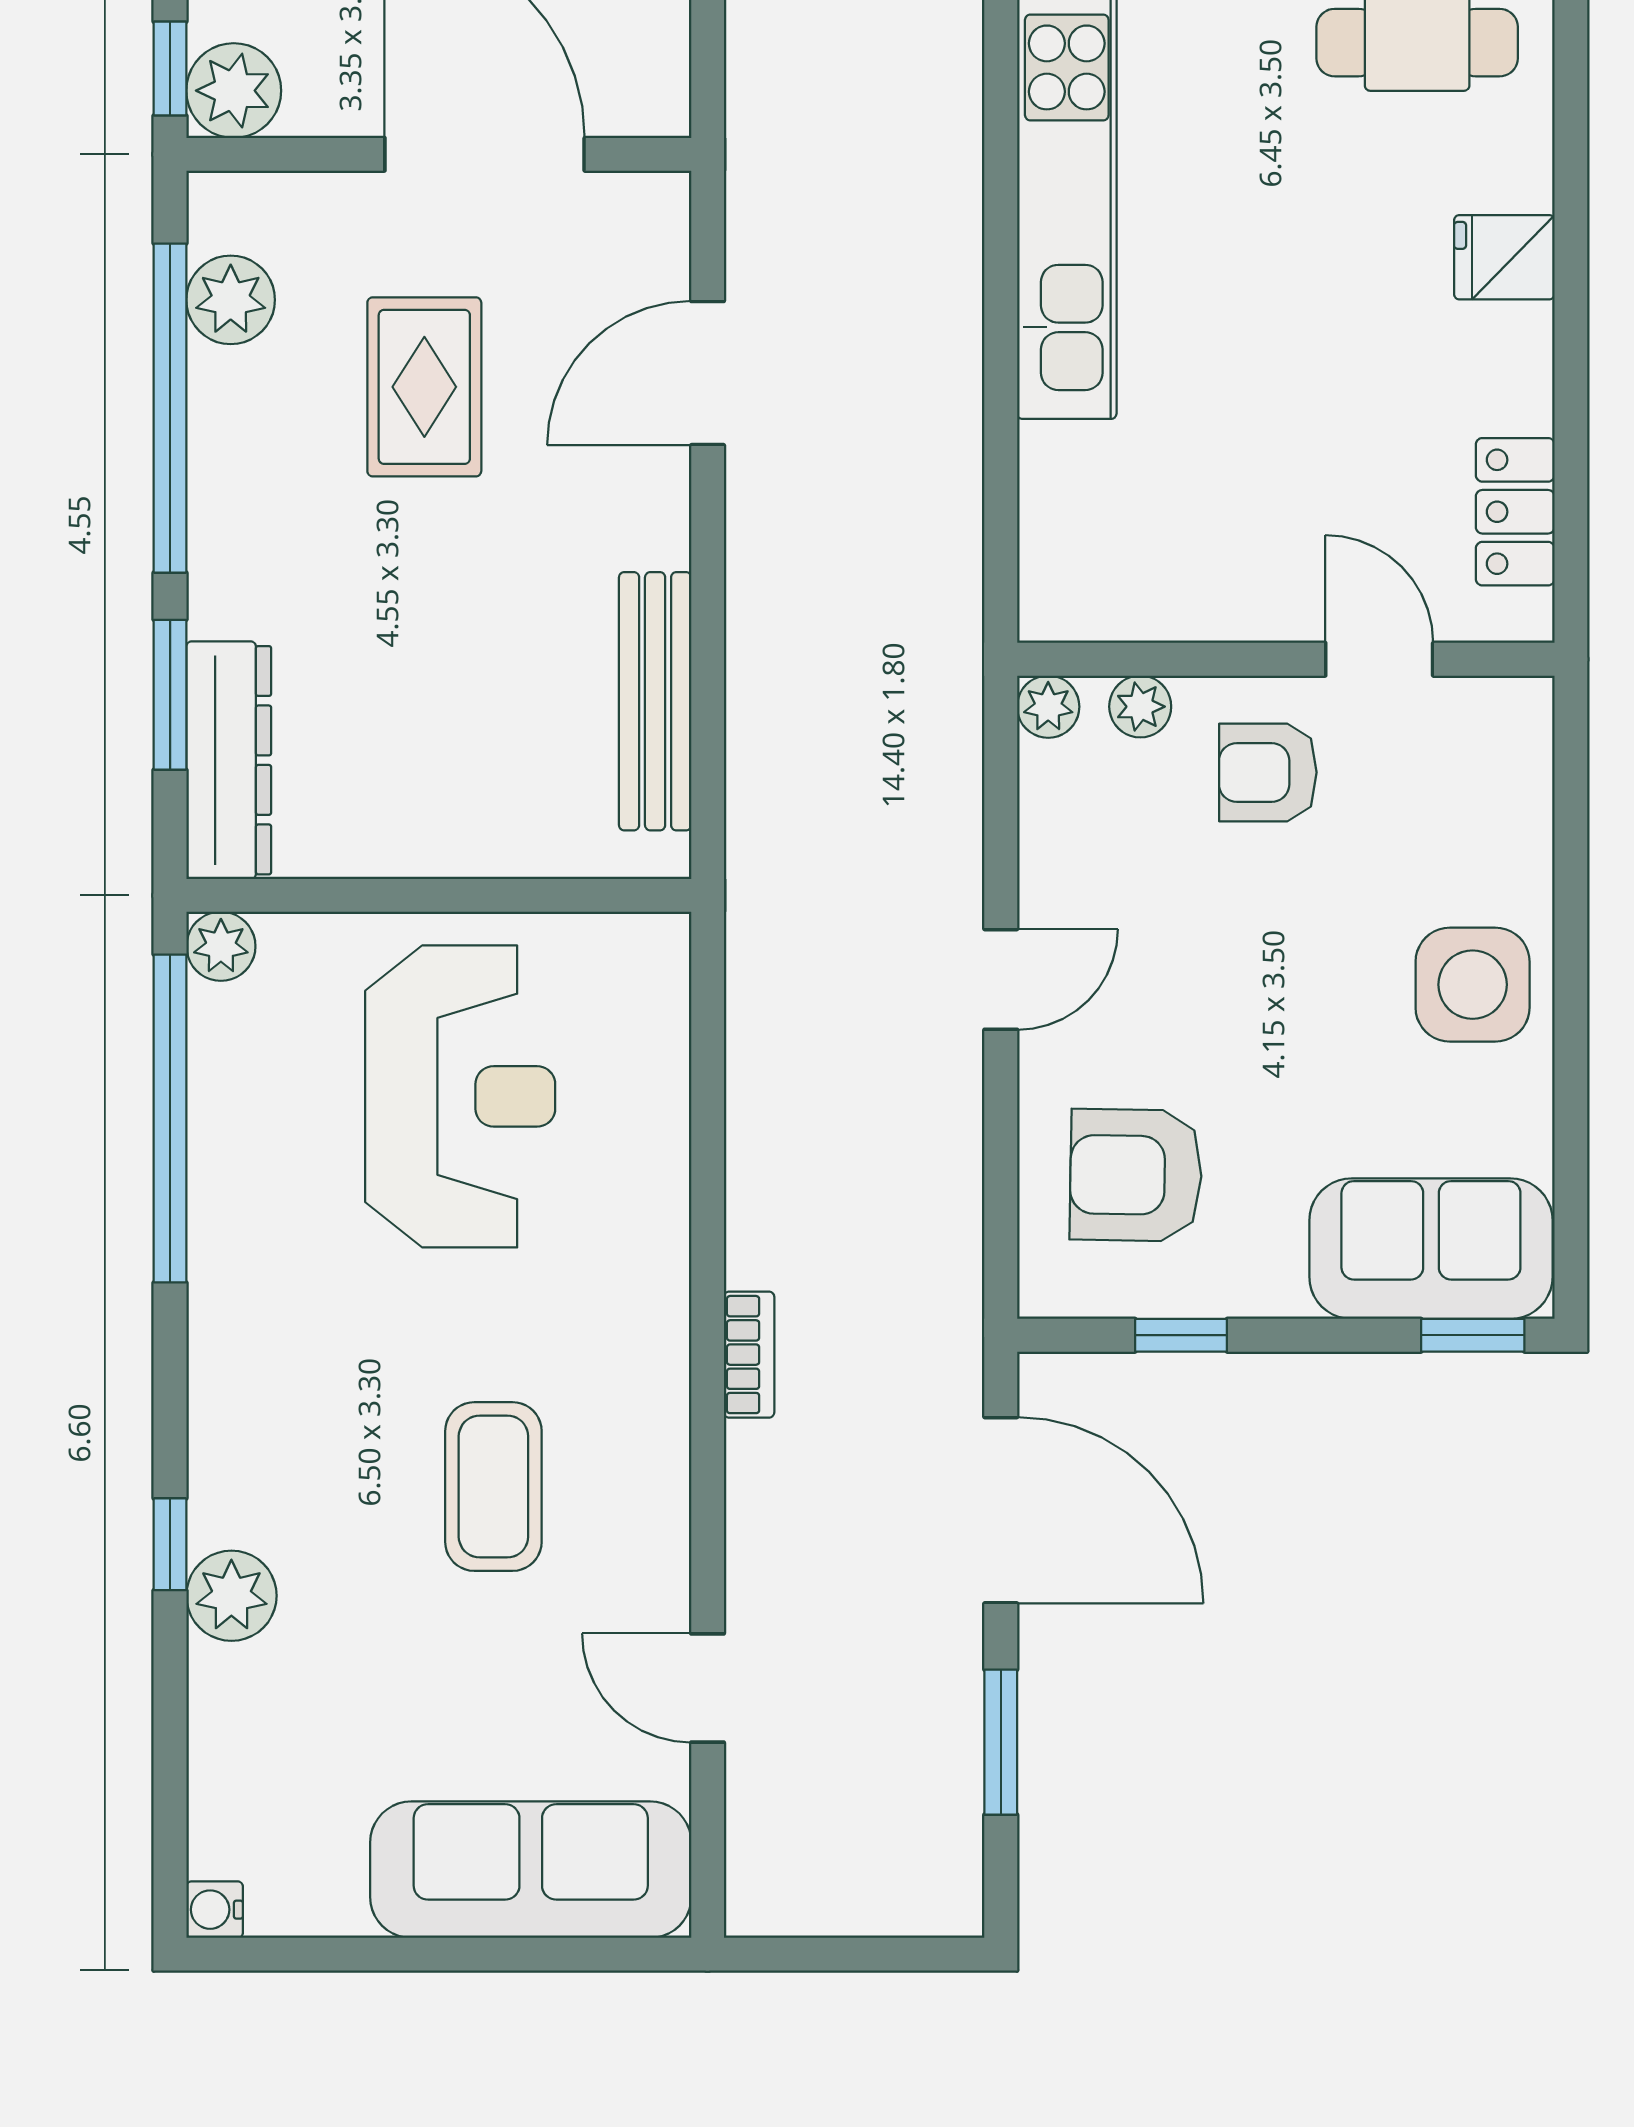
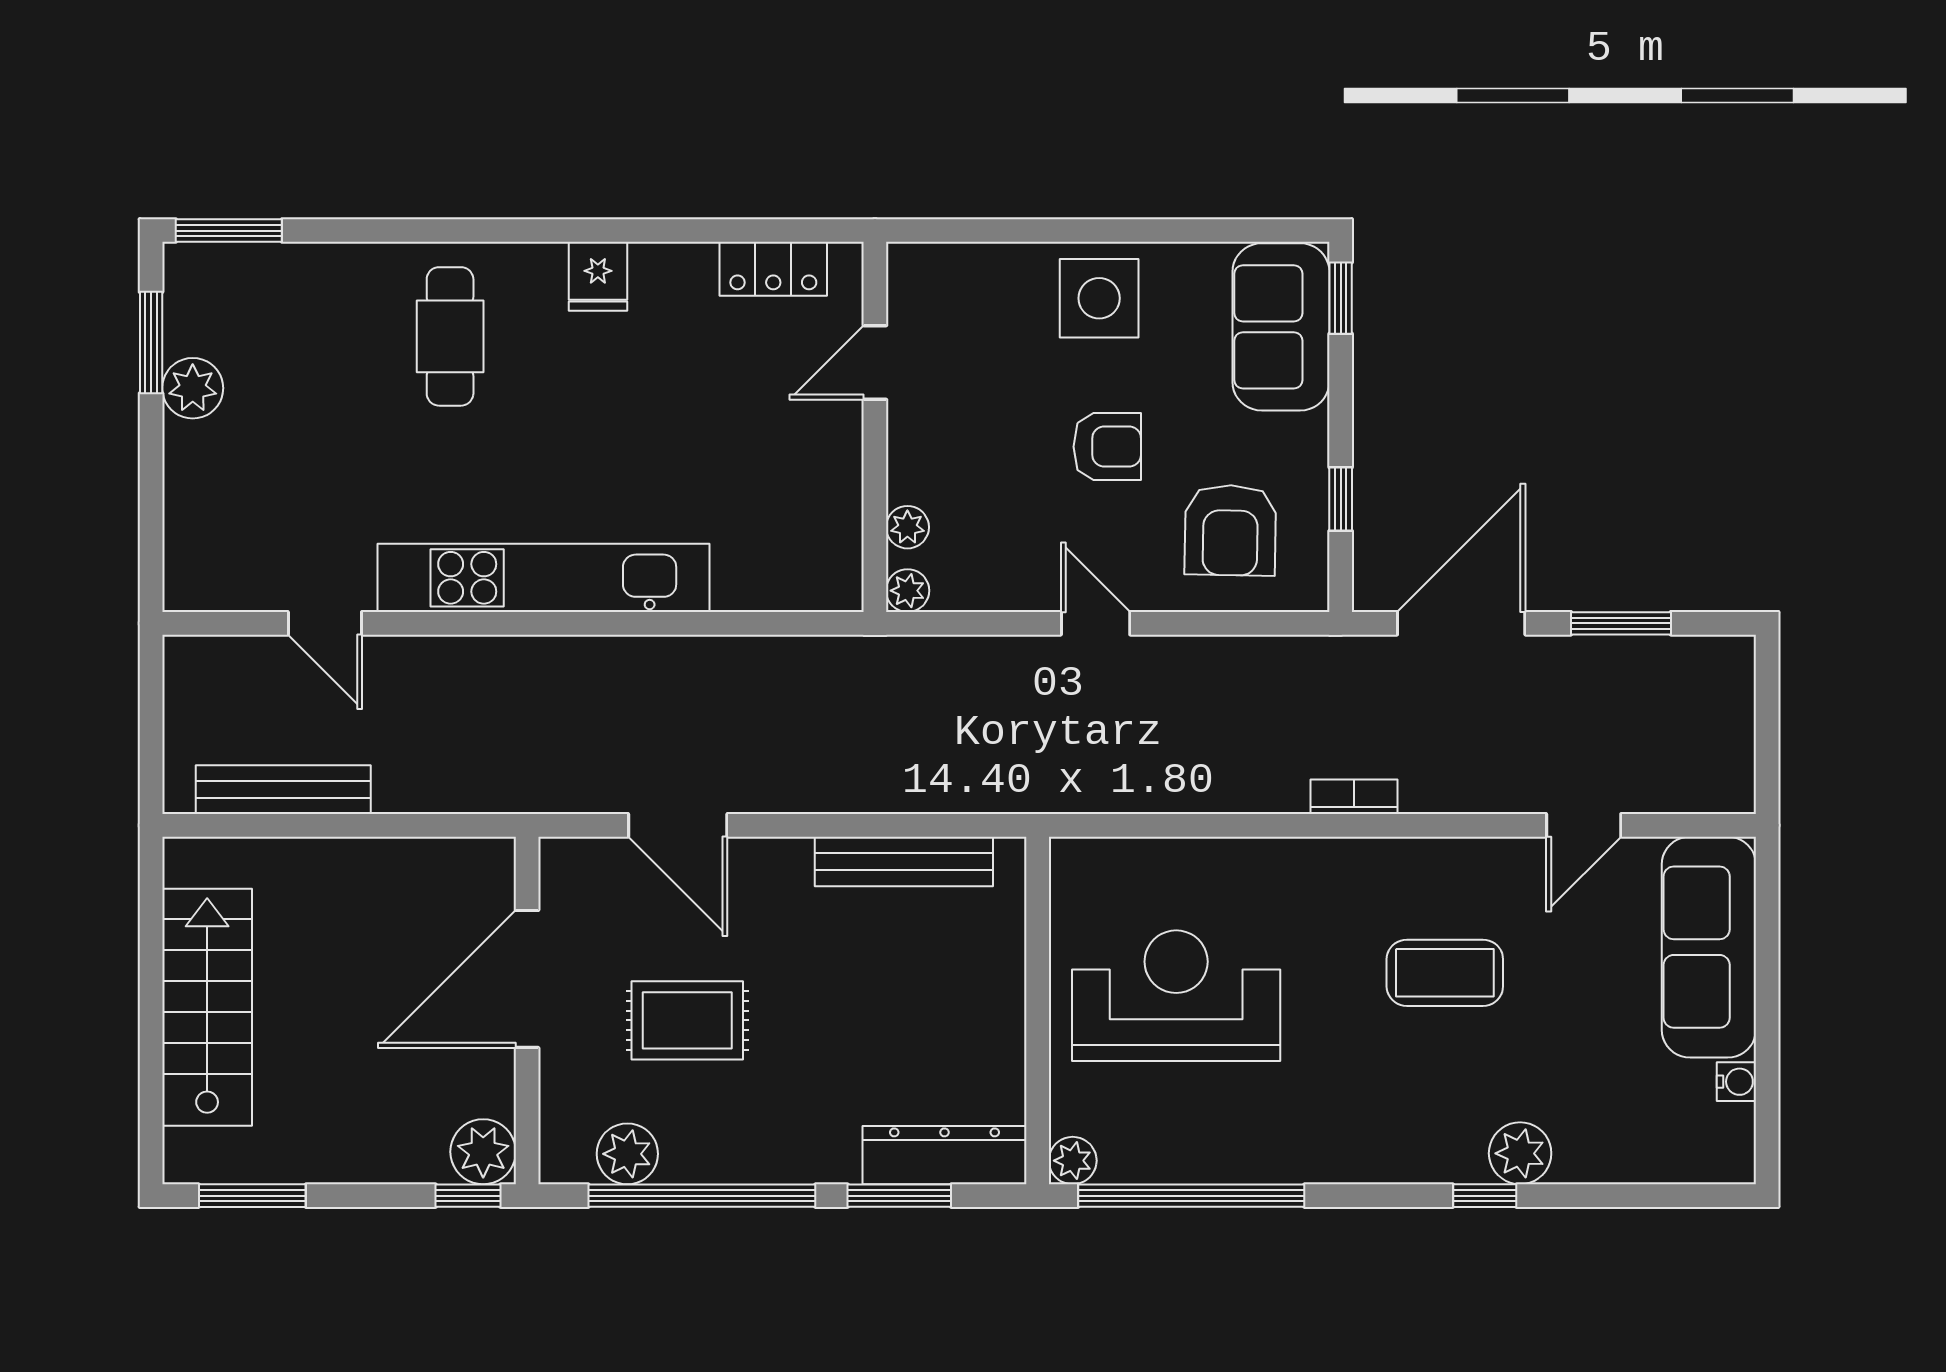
armchair: (1268, 772) -> (1107, 447), moved, turned -90
water cooler: (215, 1910) -> (1736, 1082), moved, turned -90

